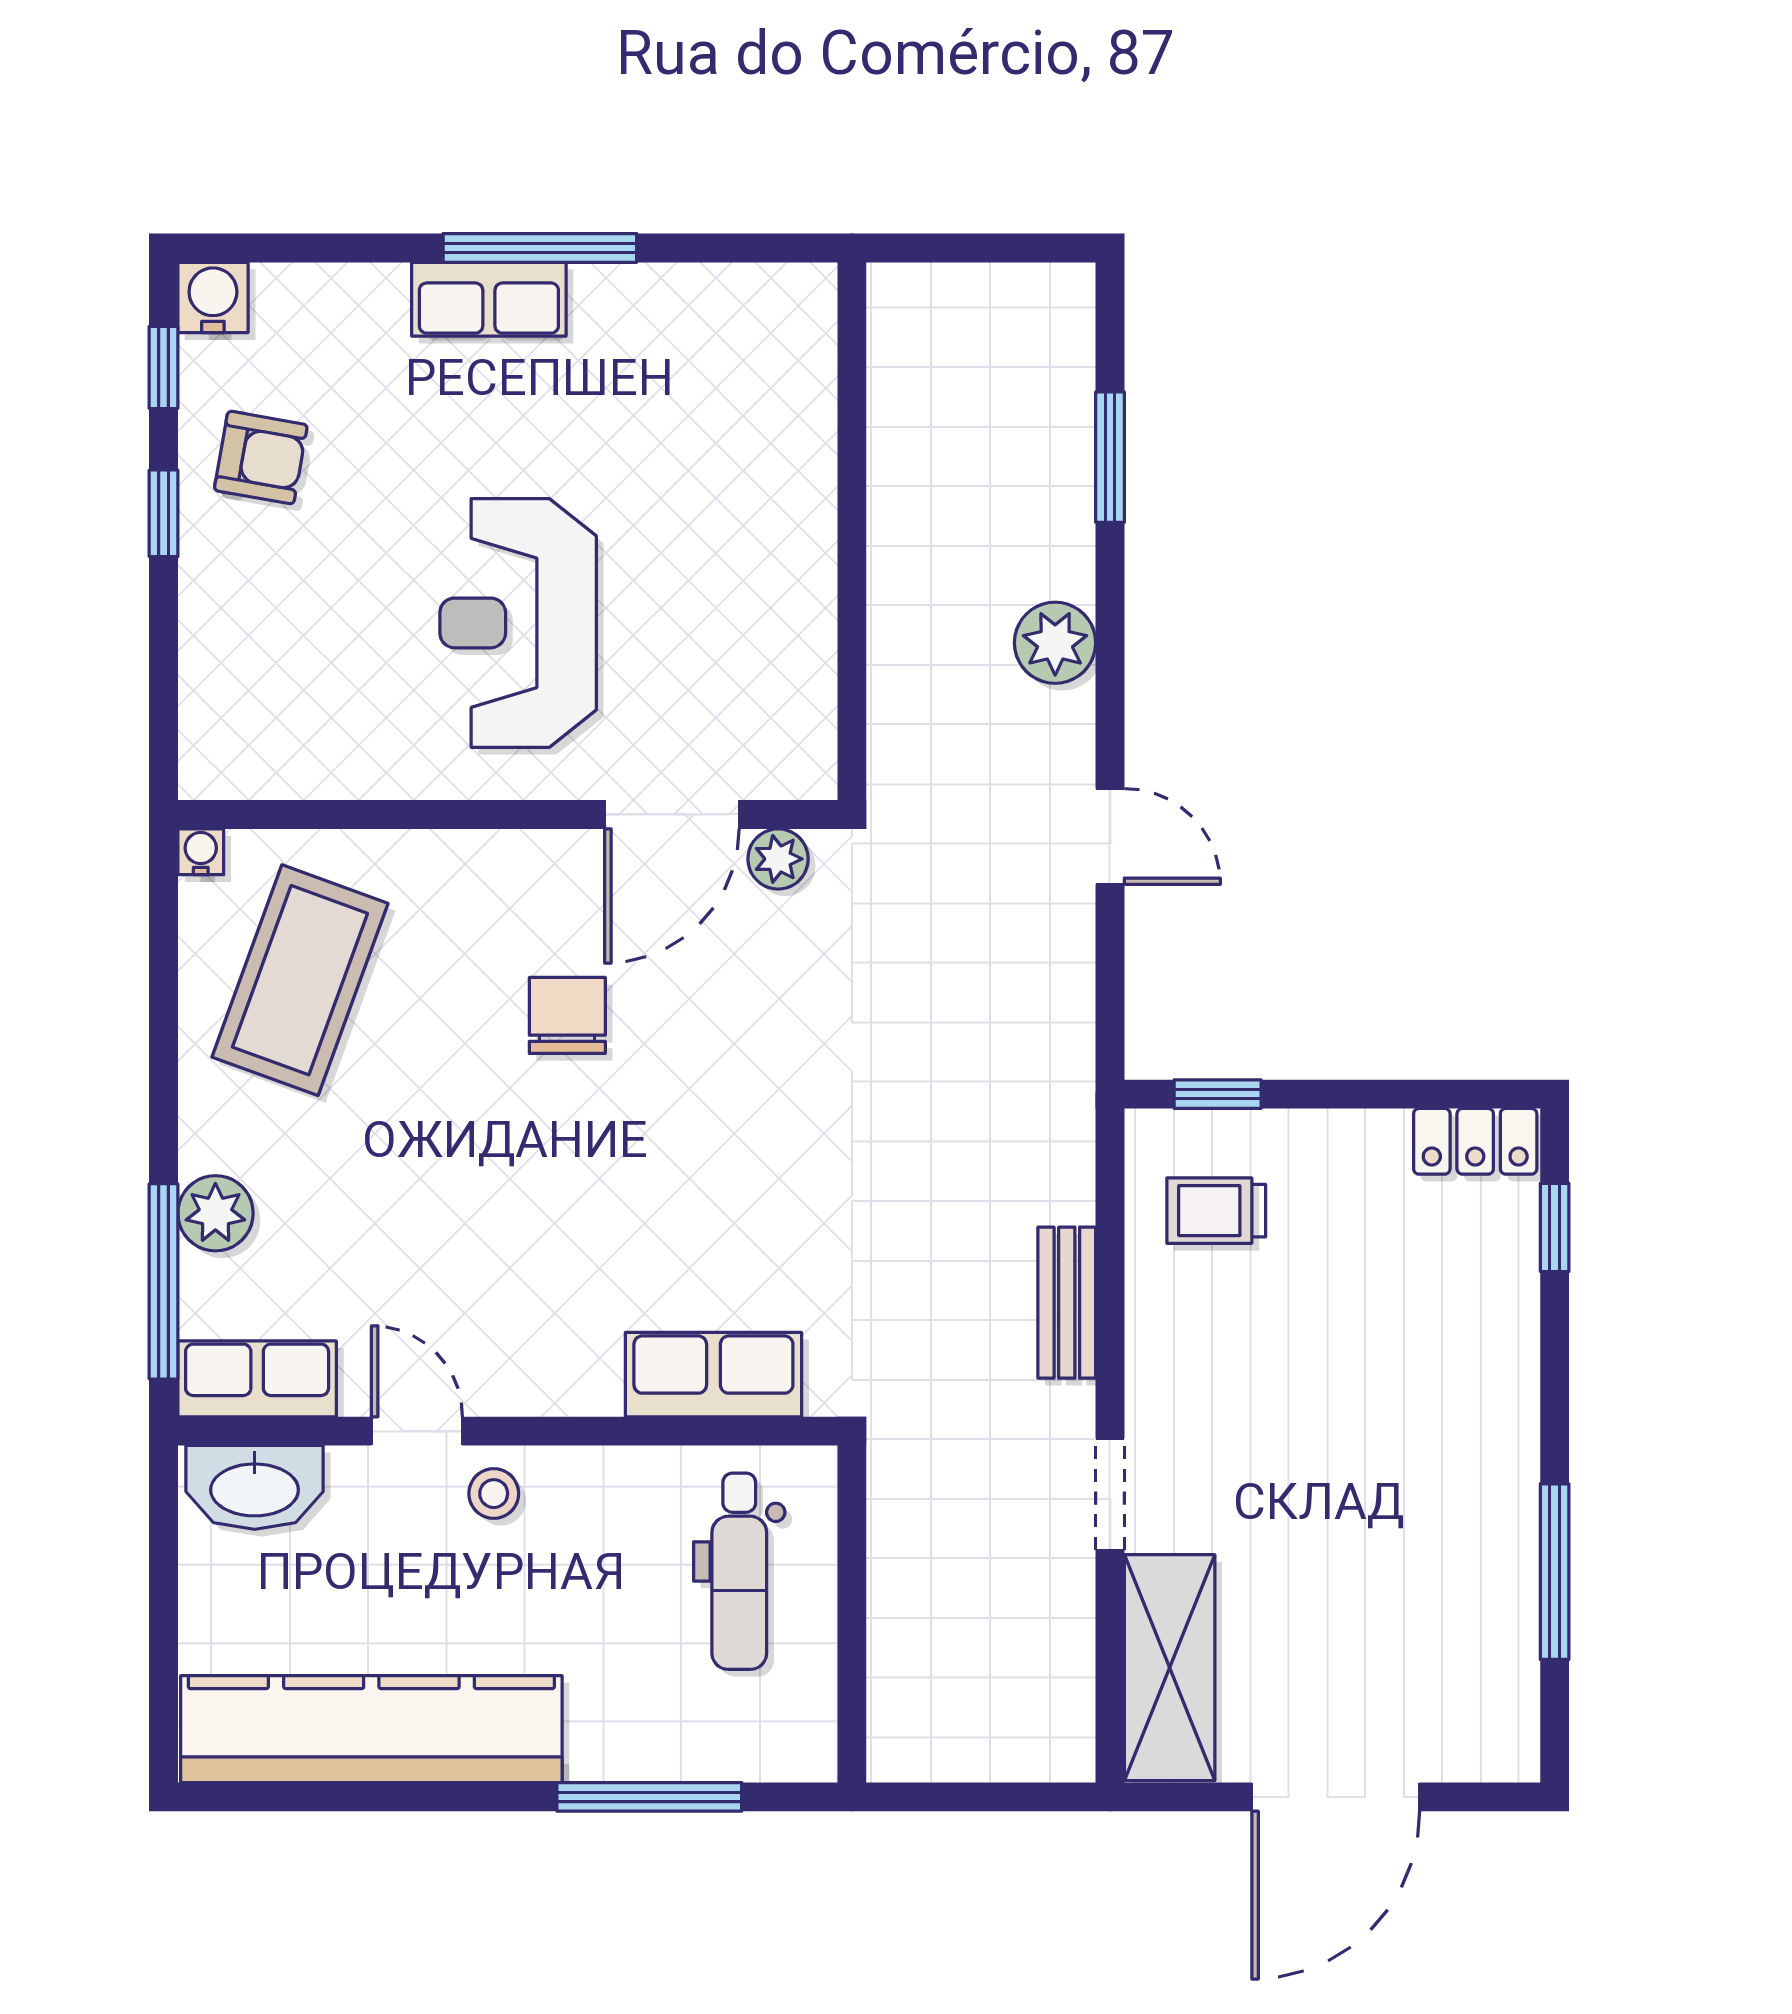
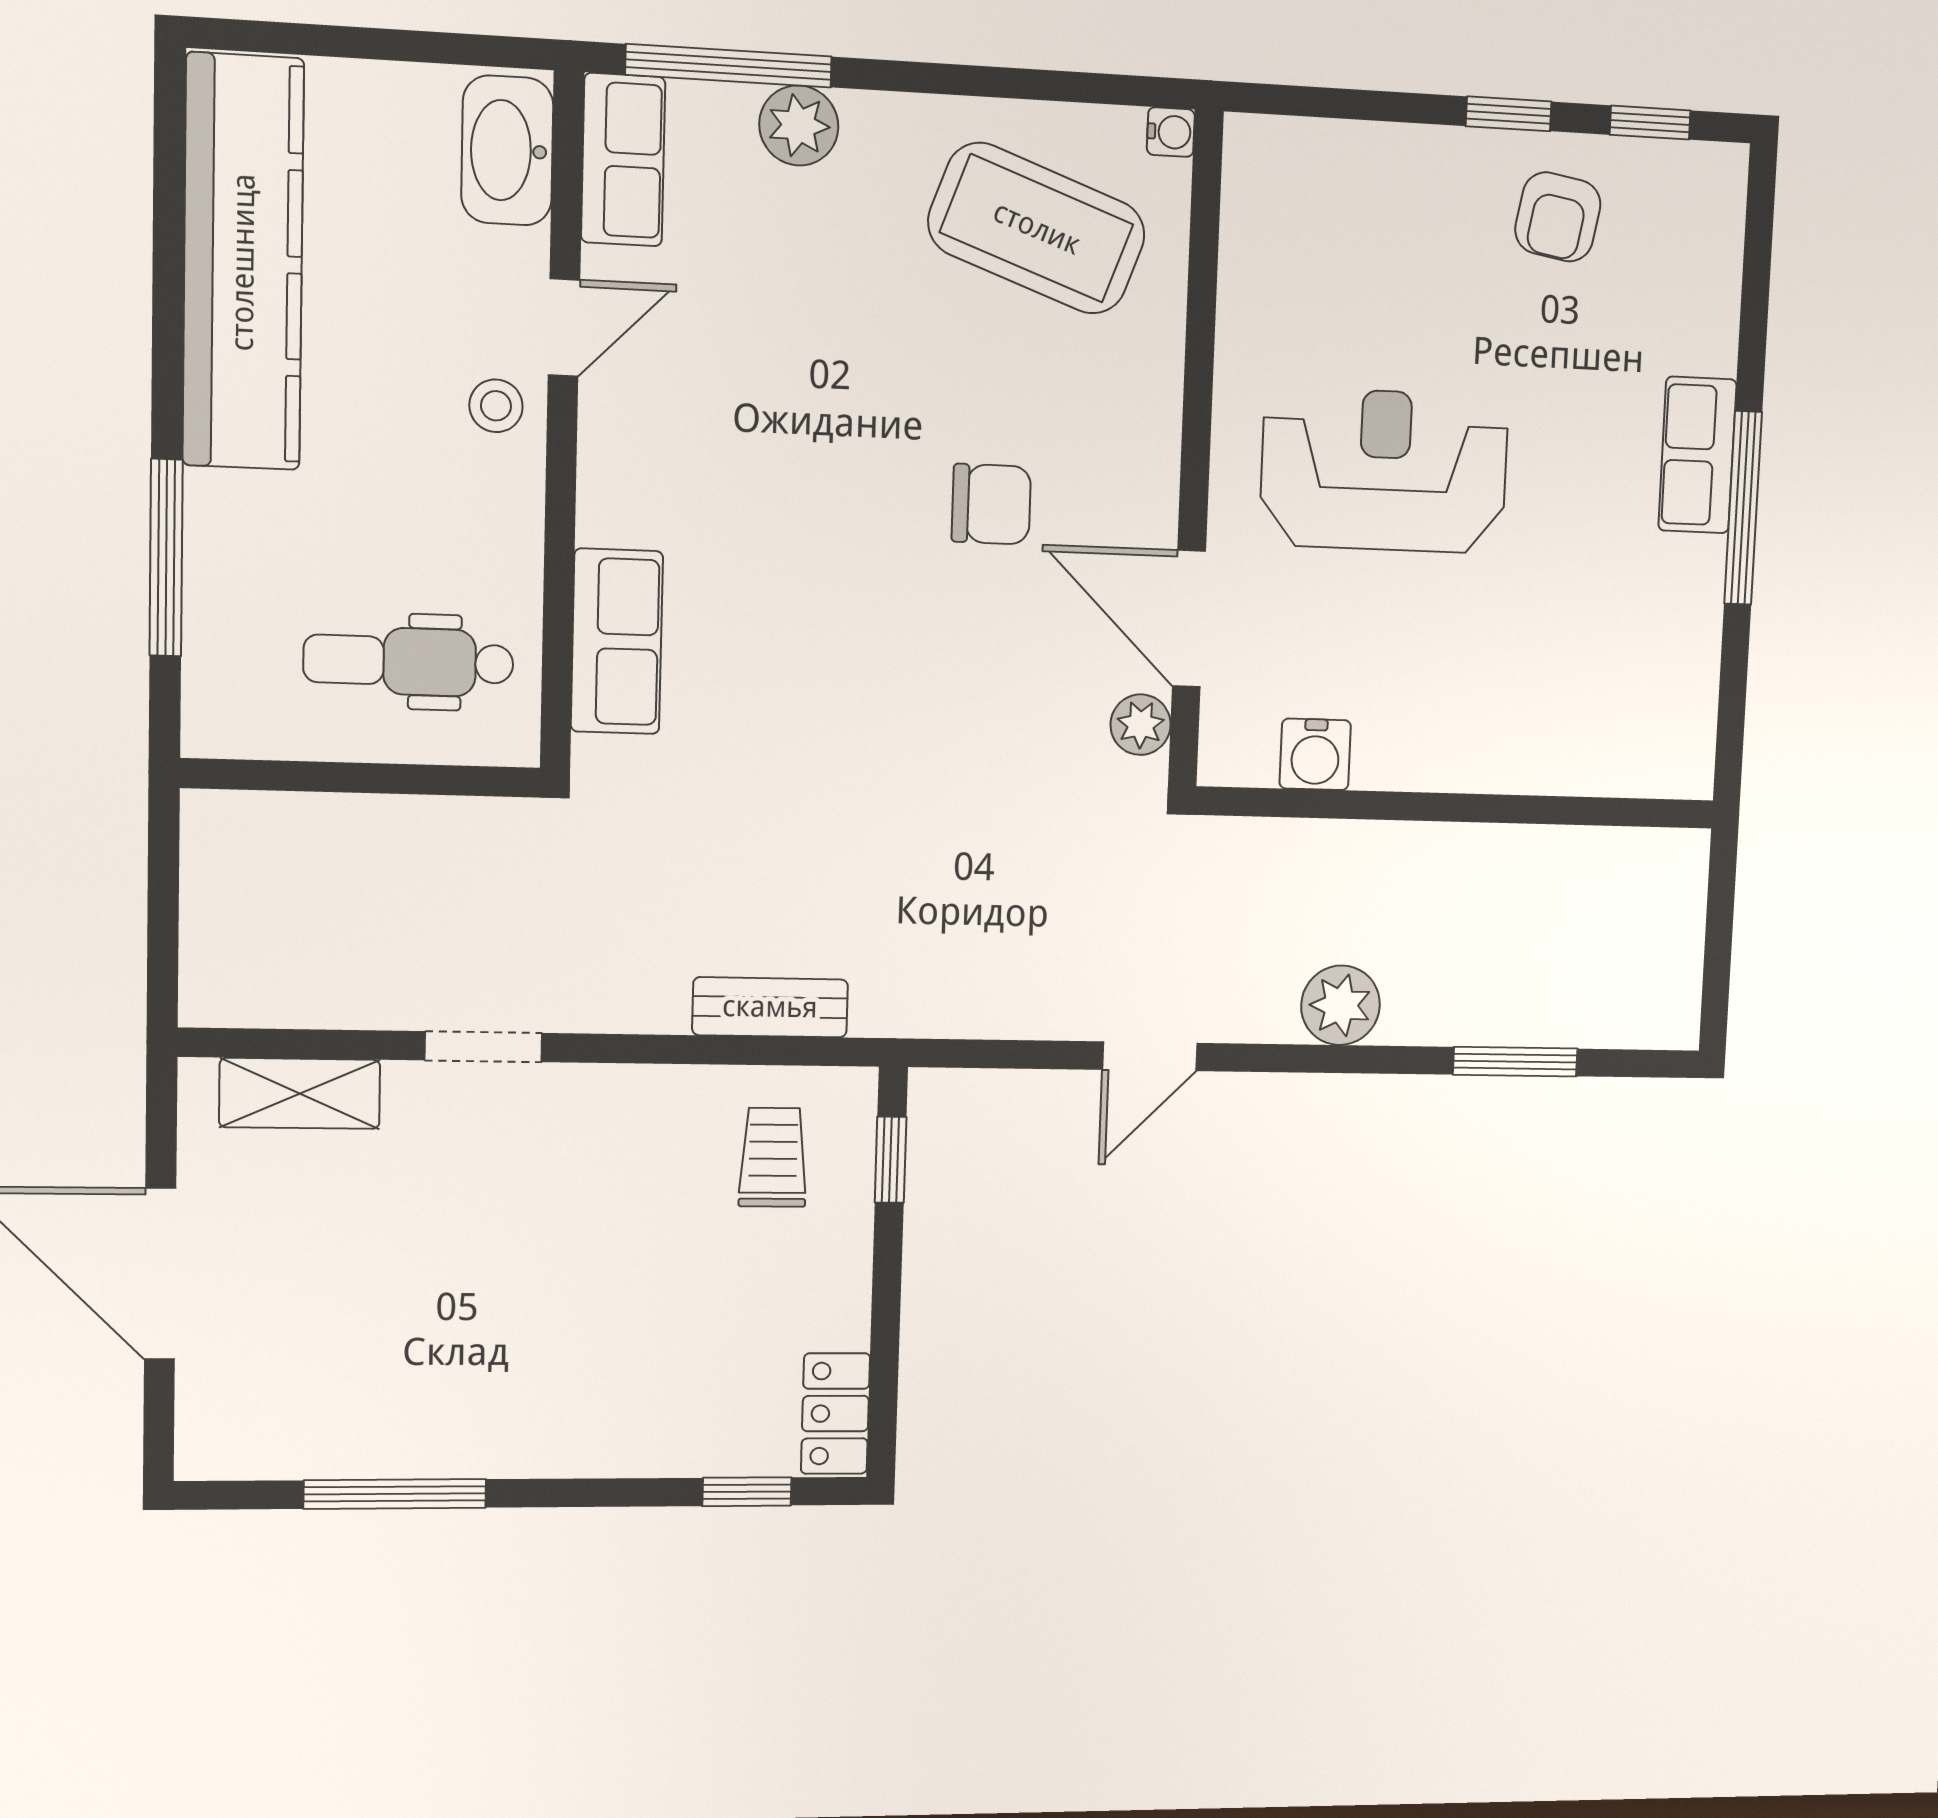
water cooler: (213, 297) -> (1315, 754), moved, turned 90
bench: (1067, 1303) -> (770, 1007), moved
shelving: (1170, 1668) -> (300, 1093), width x0.67, depth x0.75

